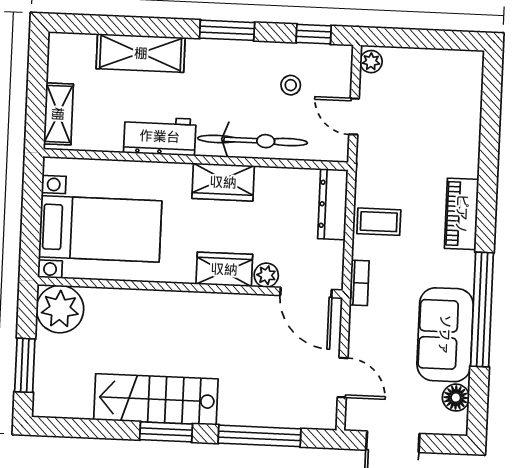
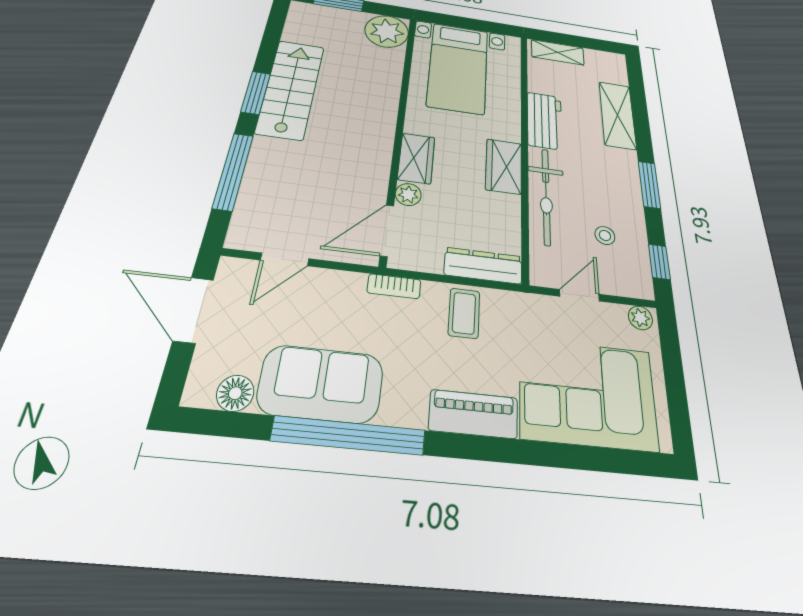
corner sofa: (441, 118) -> (588, 394), added

